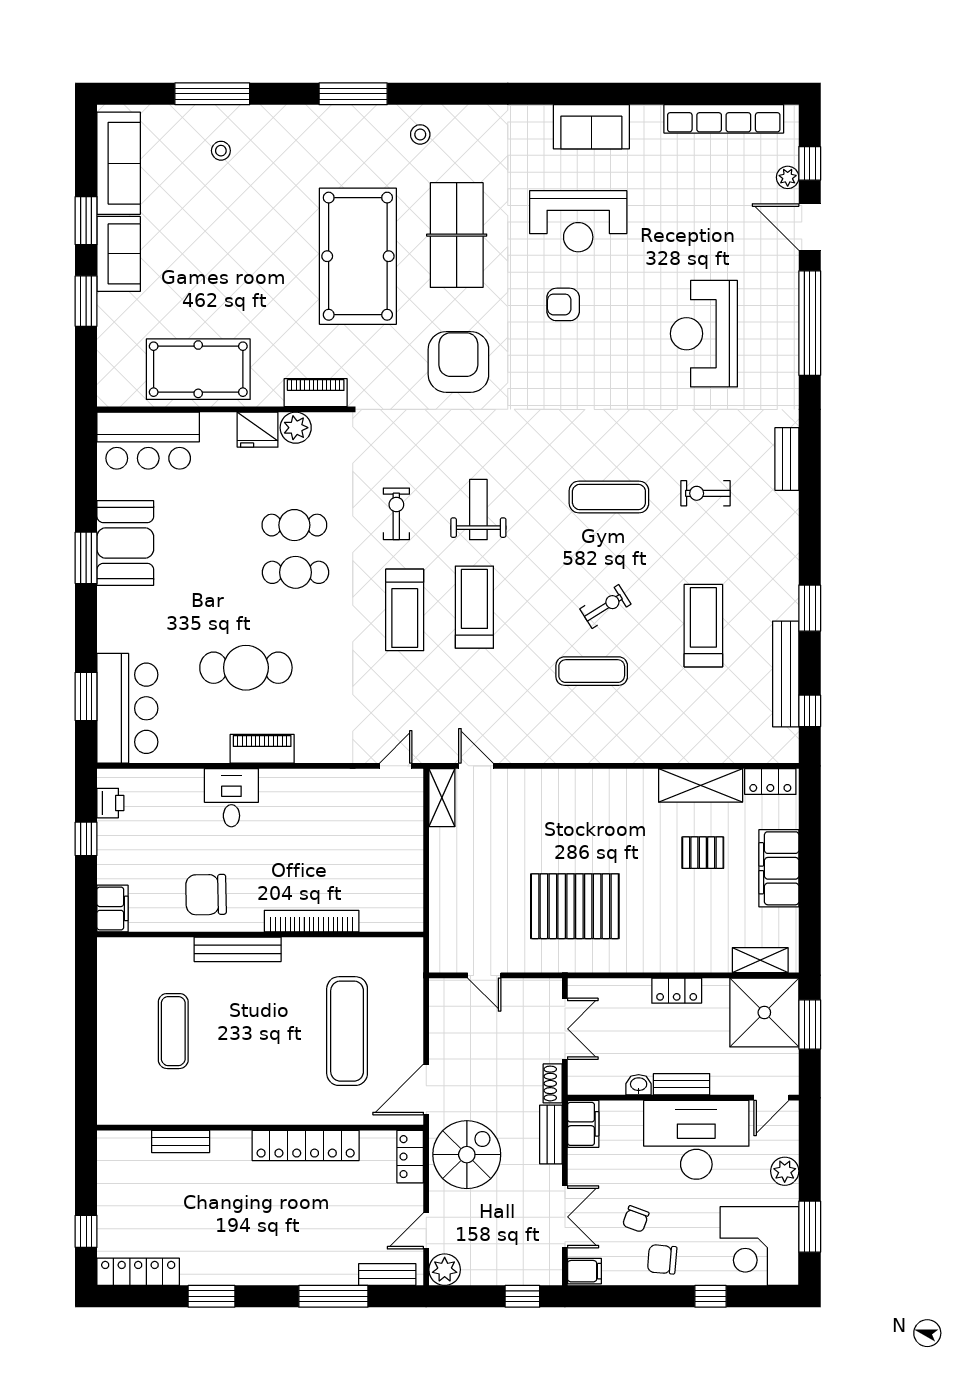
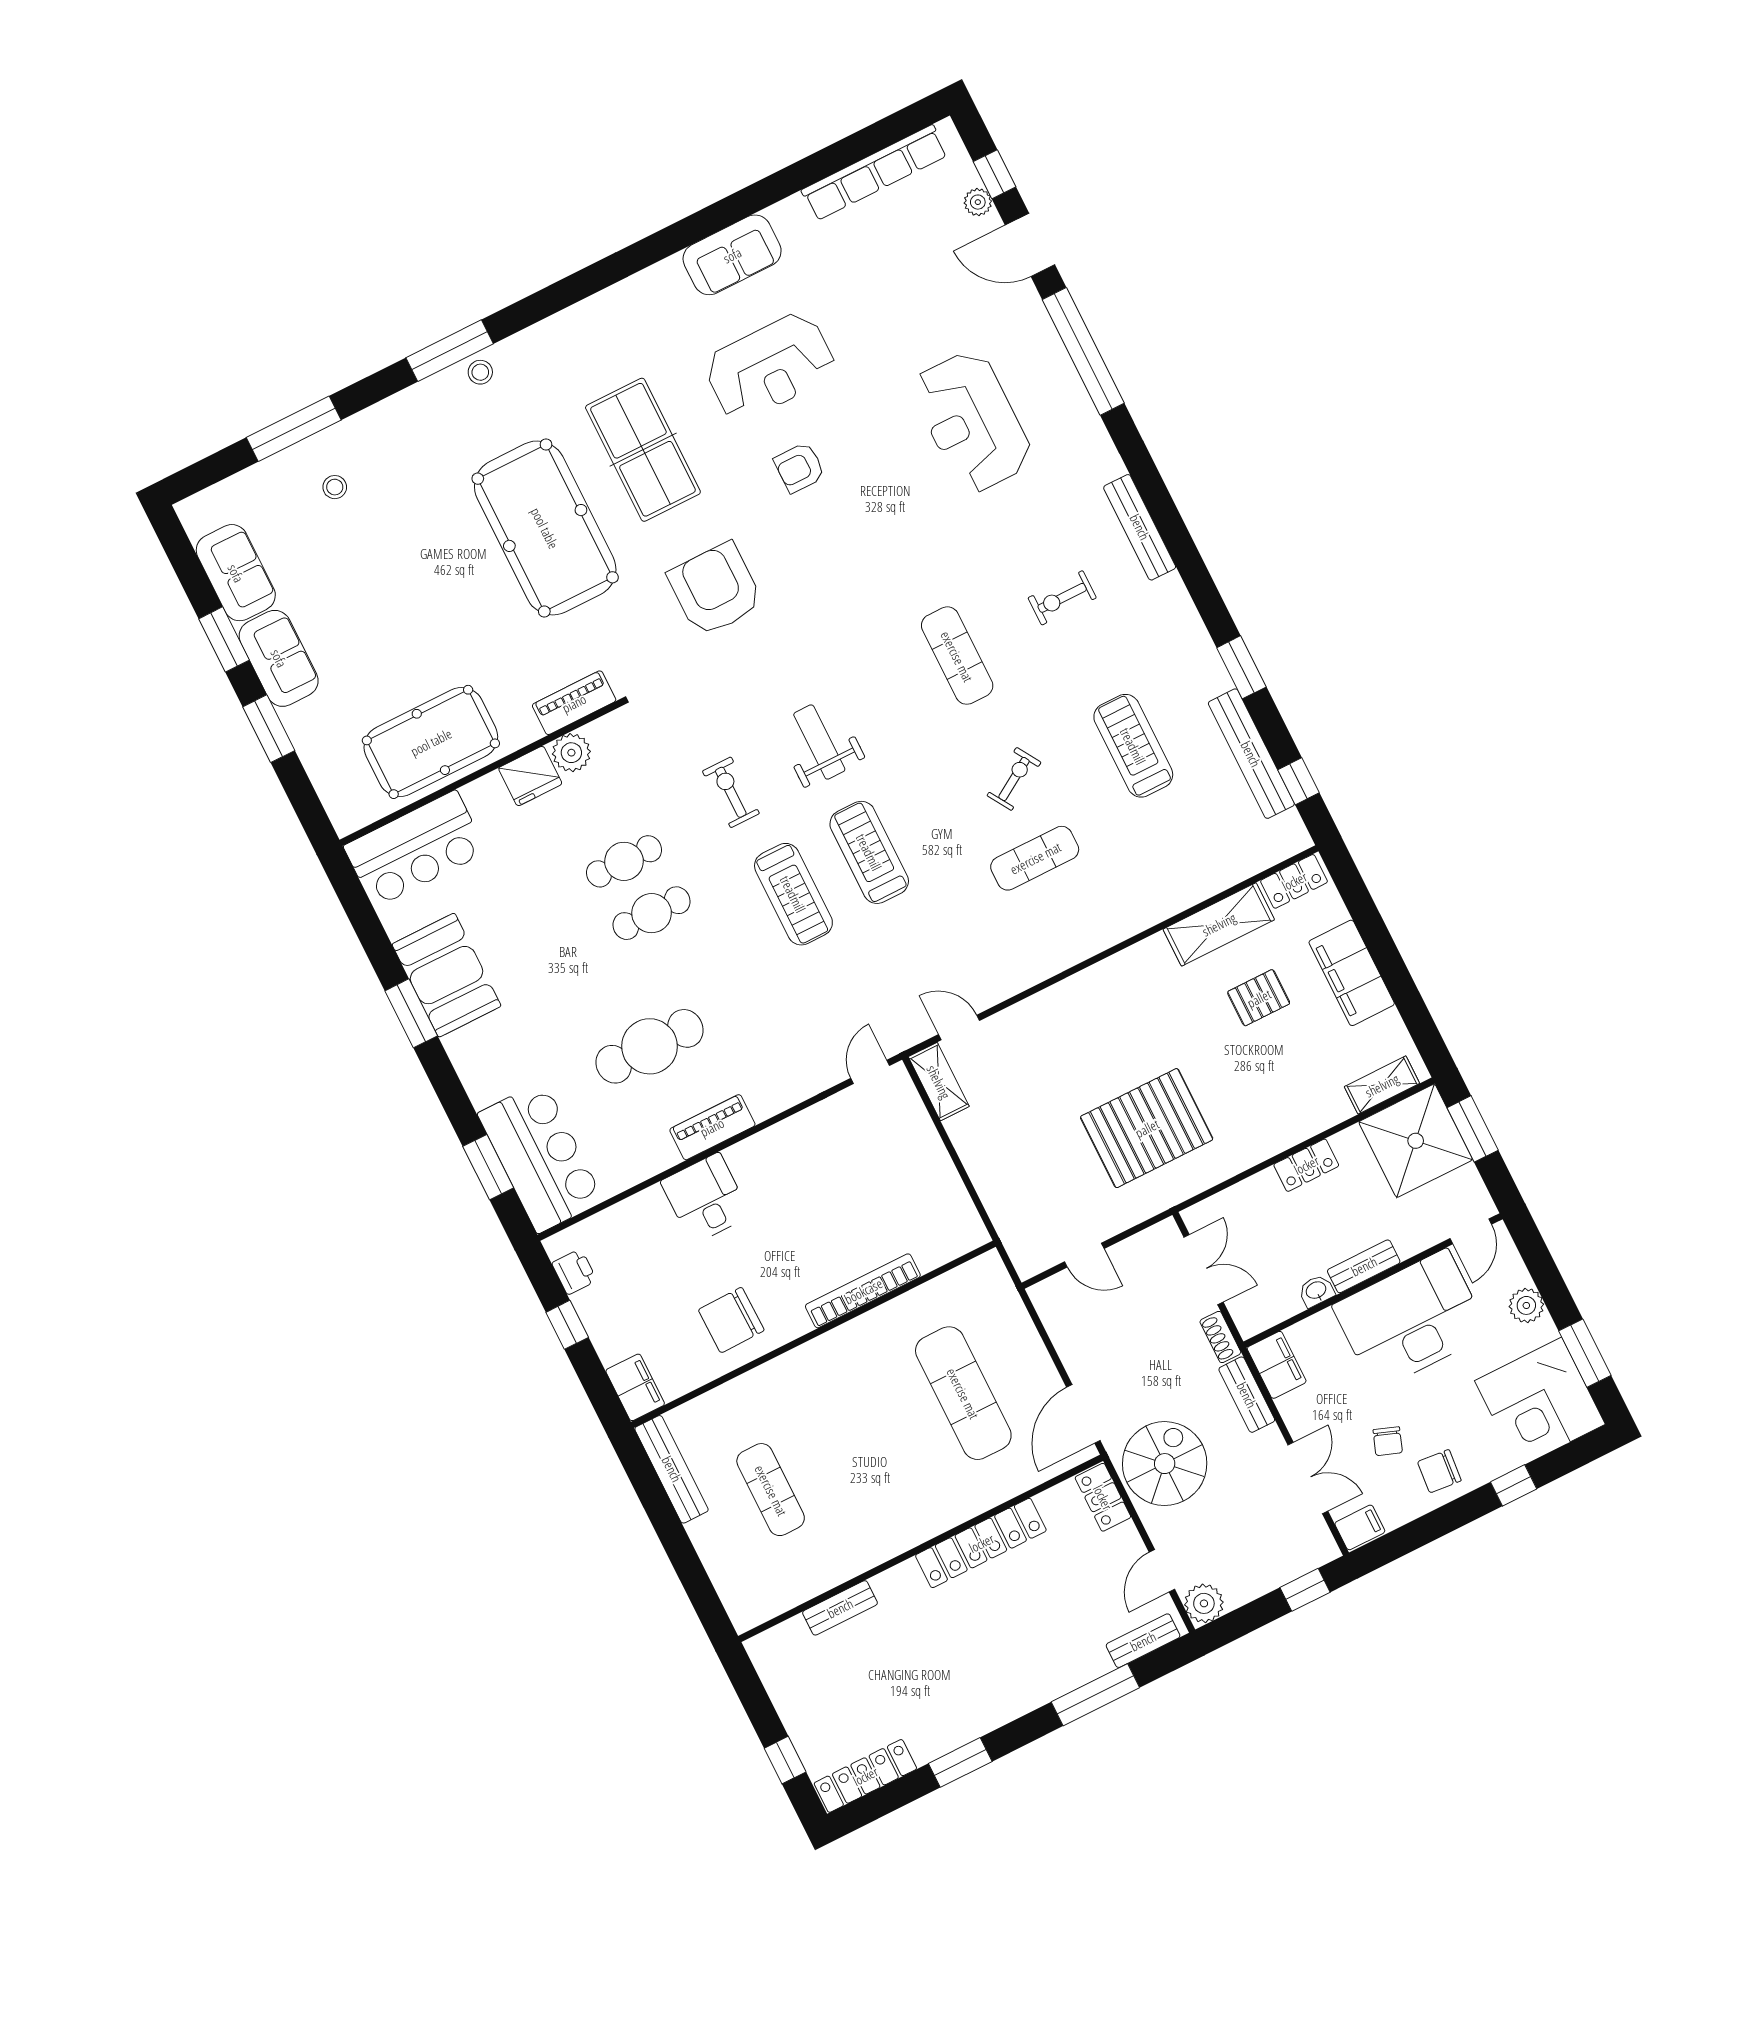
stool: (420, 134) -> (480, 372), moved
sofa: (119, 163) -> (236, 573), width x0.73
bench: (787, 459) -> (1140, 527), width x1.36
exercise mat: (609, 497) -> (957, 656), turned 90
bench: (238, 949) -> (672, 1469), moved, turned 90

